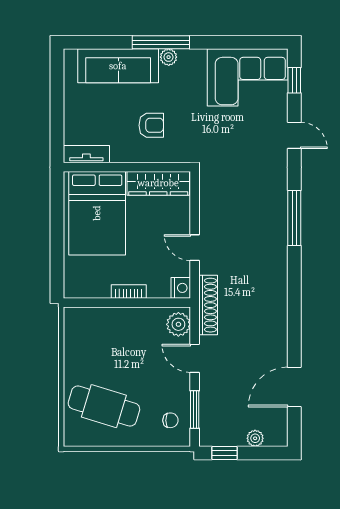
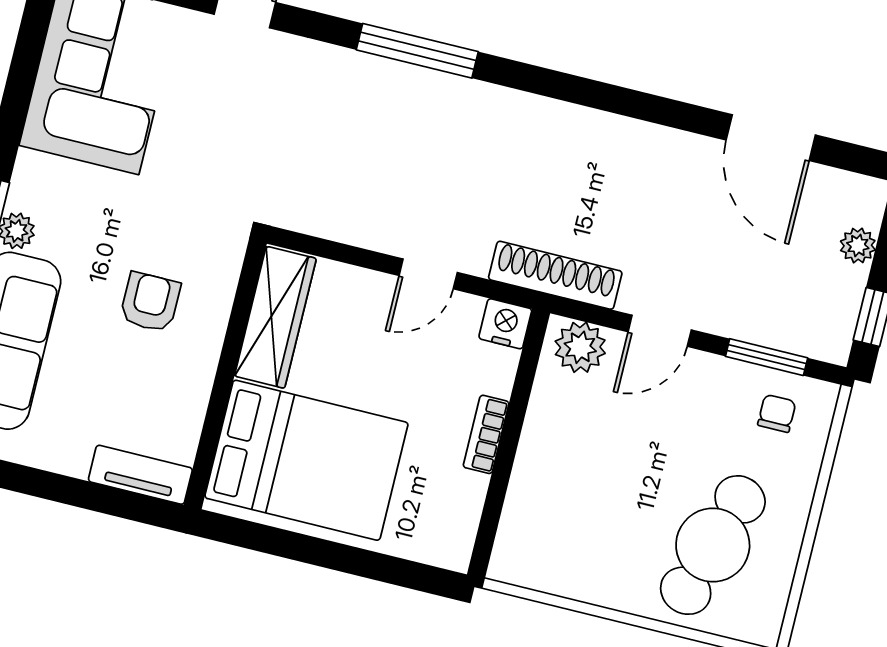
tv unit: (86, 154) -> (140, 475), moved, turned 90

